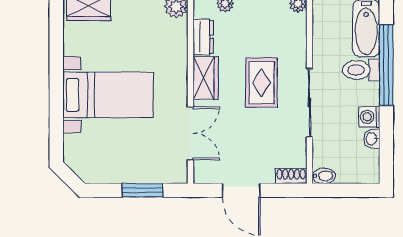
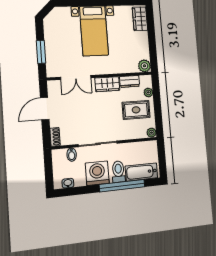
rug: (261, 83) -> (136, 110), moved
washing machine: (369, 117) -> (97, 173), width x1.89, depth x1.89
washbasin: (372, 139) -> (68, 183), moved
bidet: (324, 176) -> (72, 155), moved

